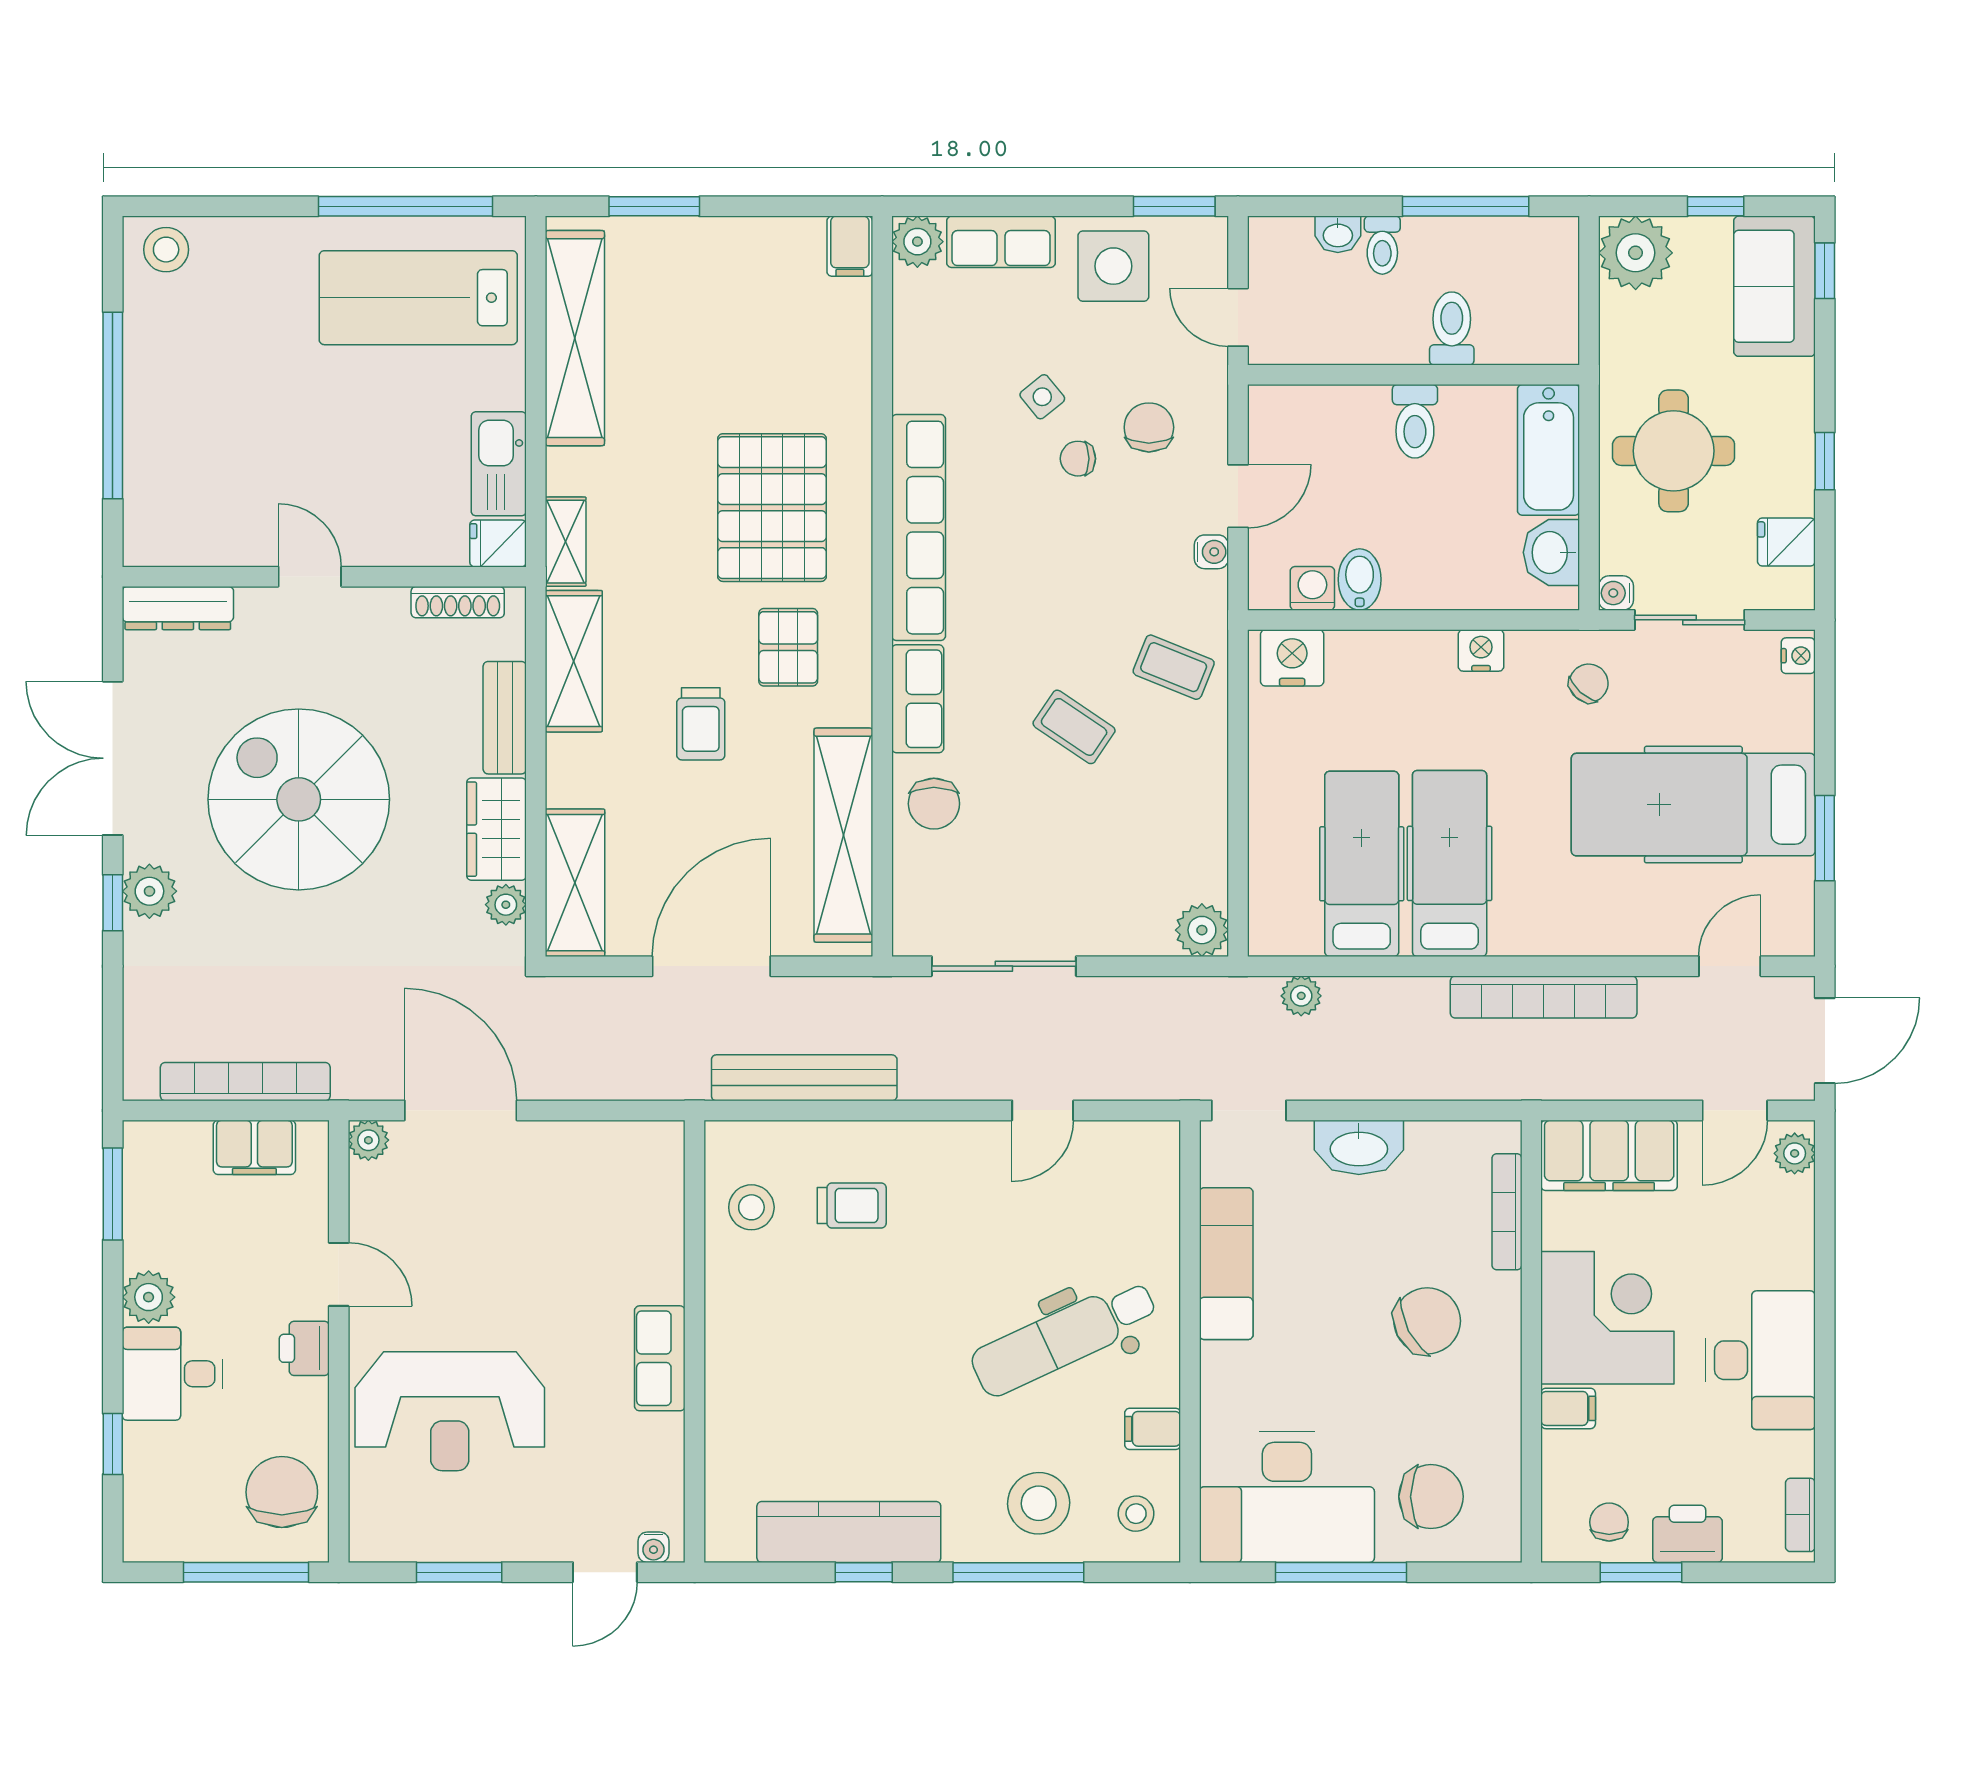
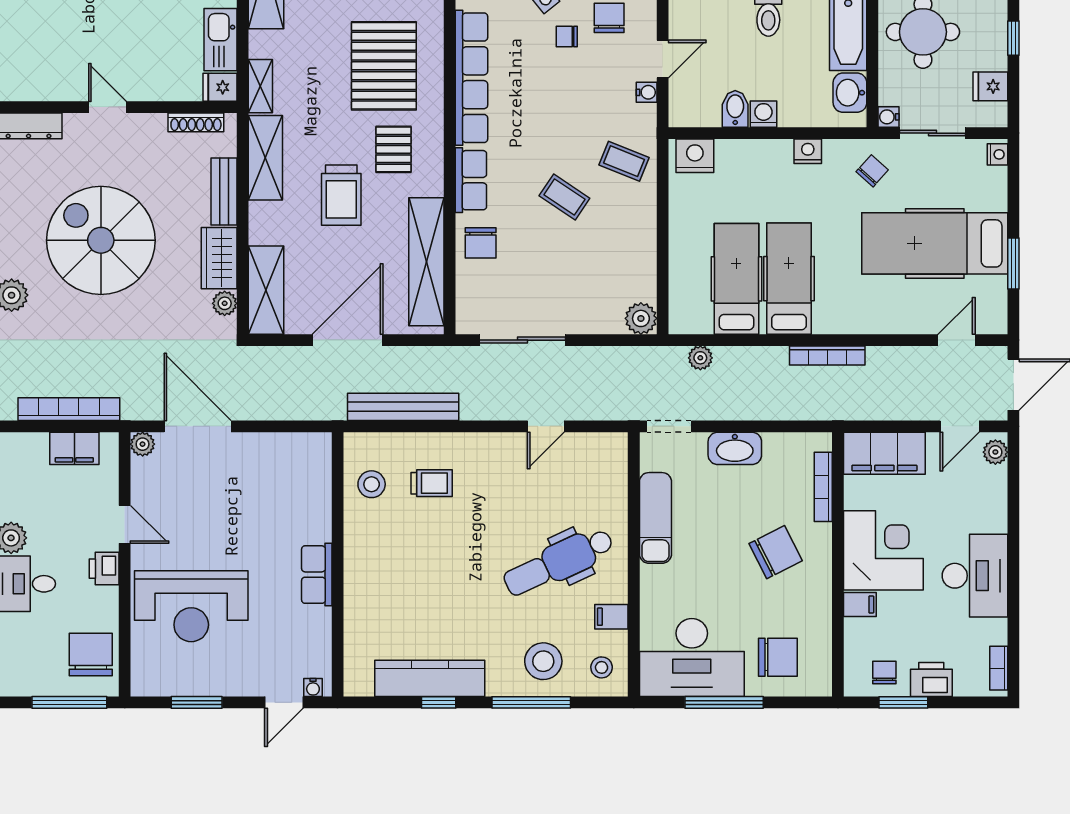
washing machine: (1312, 588) -> (763, 114), moved
trolley: (701, 724) -> (341, 195), width x1.36, depth x1.39
bookcase: (1544, 997) -> (827, 355), width x0.68, depth x0.76

